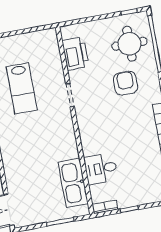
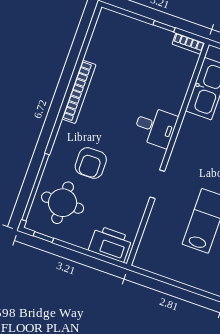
printer: (75, 54) -> (110, 244), moved, turned 90
desk: (101, 169) -> (155, 127), moved

